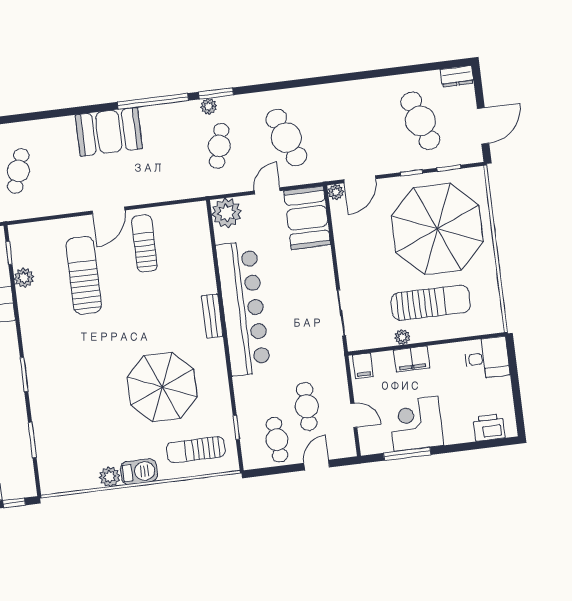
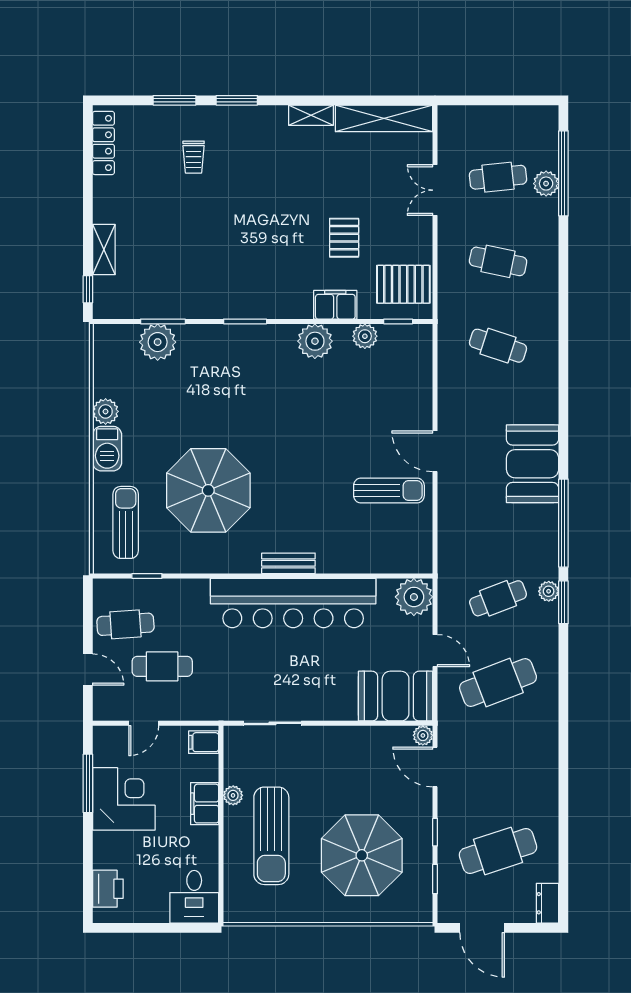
cafe table: (219, 146) -> (498, 598), turned -36
parasol: (437, 229) -> (362, 855), width x0.73, depth x0.73
sun lounger: (84, 275) -> (359, 410), removed
plant: (33, 317) -> (315, 341), added
plant: (49, 442) -> (158, 342), added

